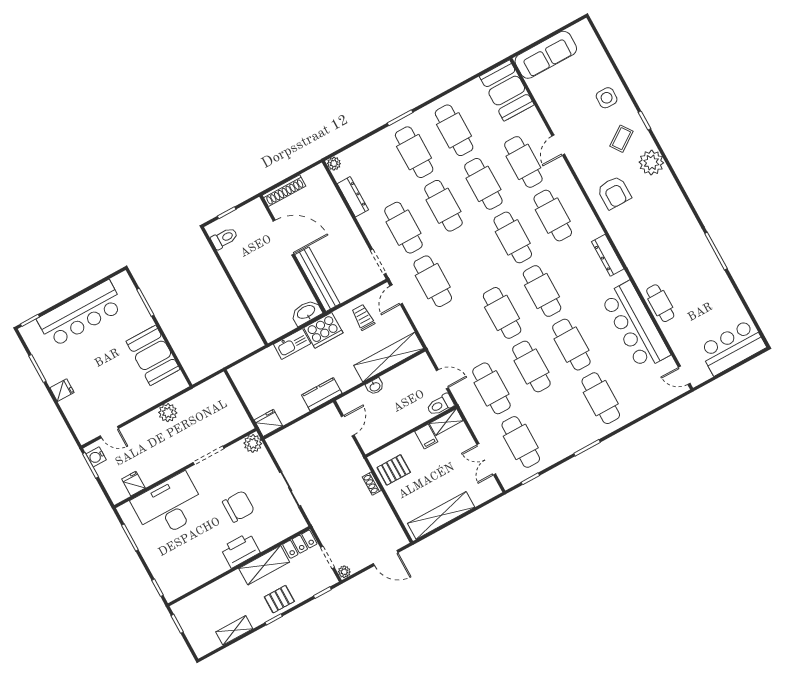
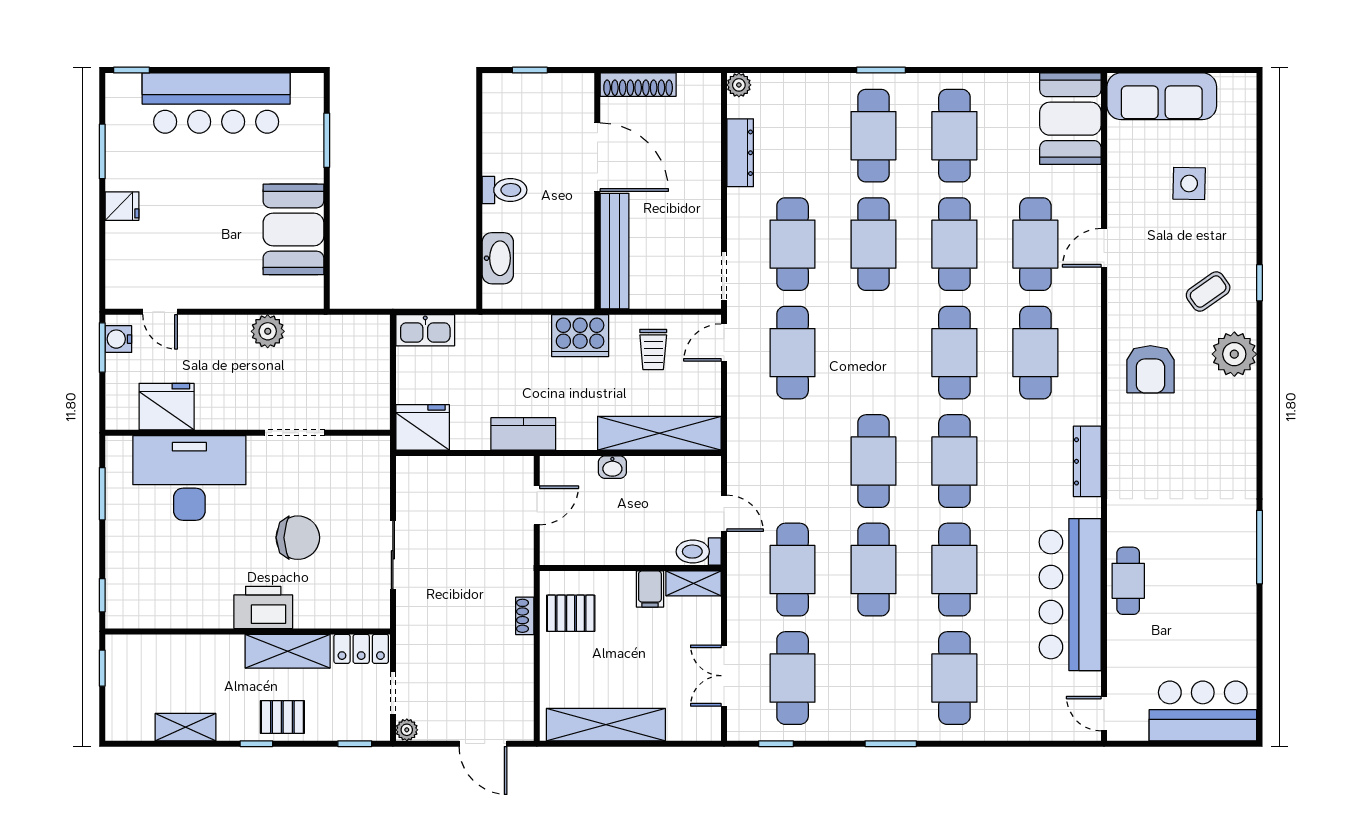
side table: (607, 98) -> (1189, 183), moved
toilet: (224, 238) -> (505, 190), moved
washbasin: (306, 312) -> (498, 258), moved, turned 90
trolley: (363, 317) -> (653, 350), turned 180
kitchen sink: (292, 344) -> (425, 330), moved
fridge: (268, 423) -> (423, 427), width x1.36, depth x1.34
plant: (253, 443) -> (374, 452), removed
fridge: (133, 484) -> (167, 407), width x1.88, depth x1.34

